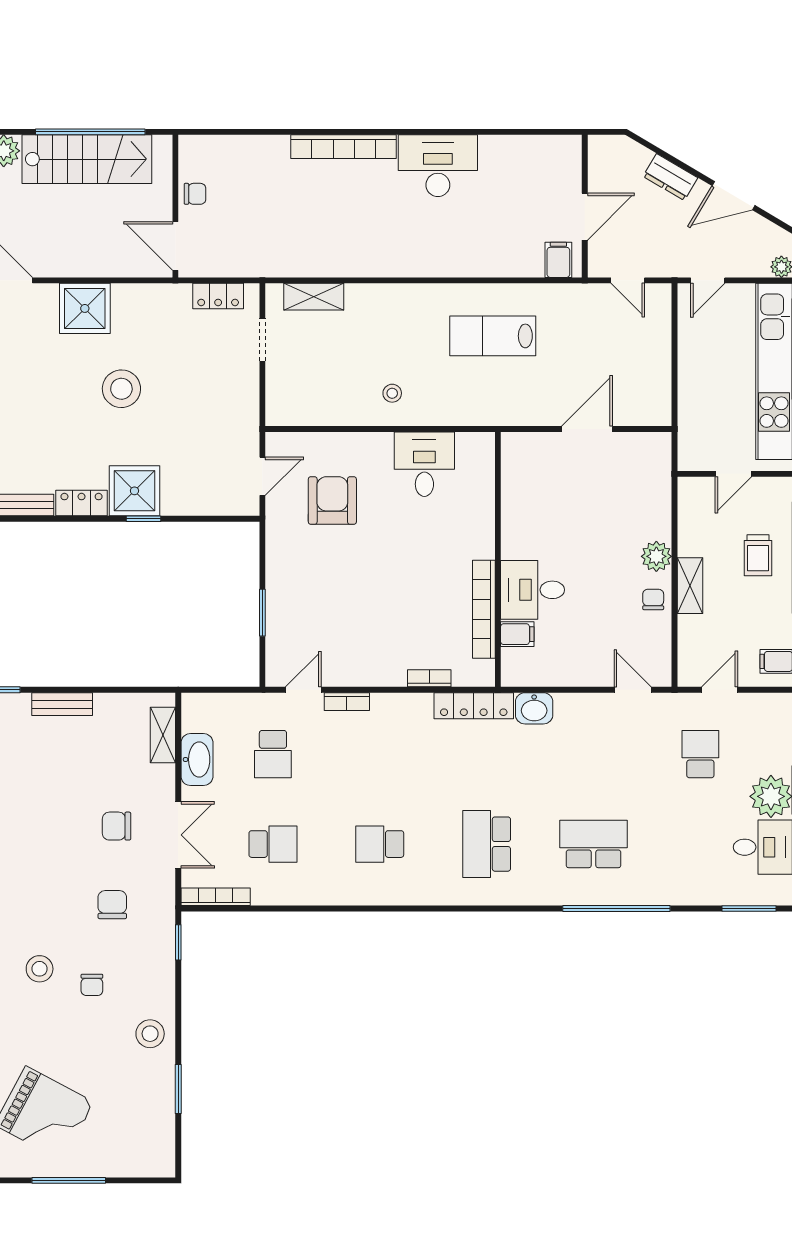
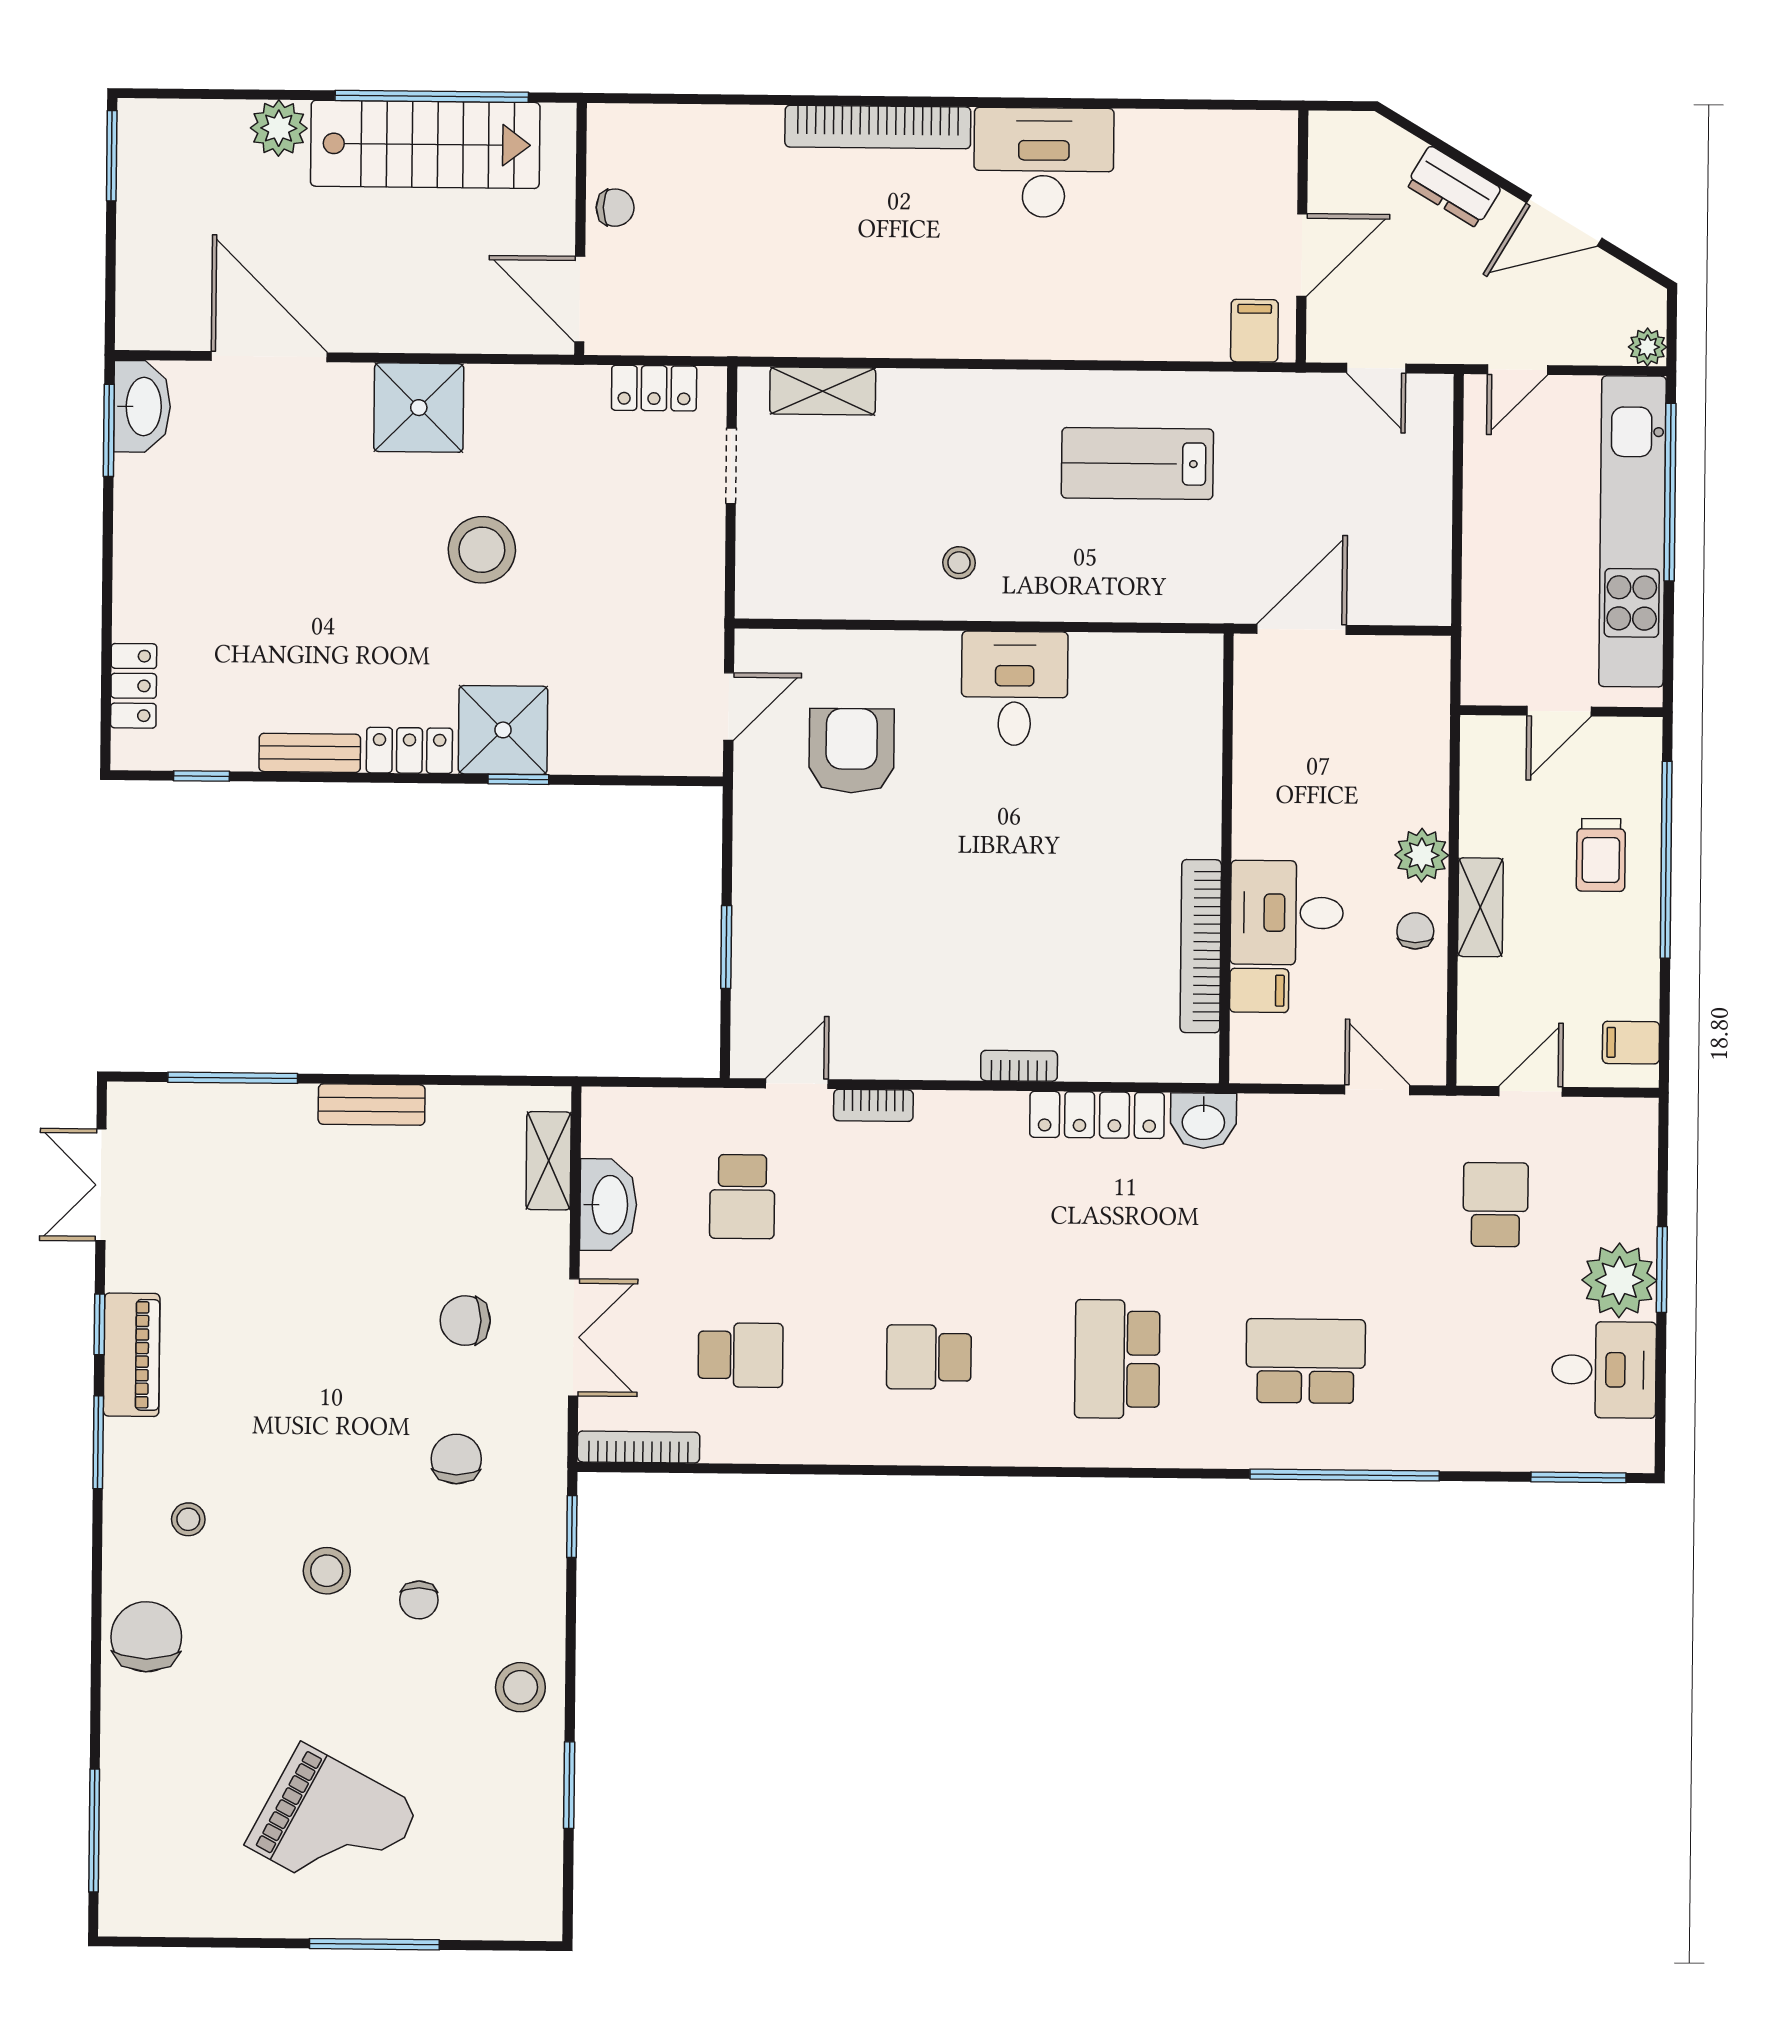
wall: (498, 559) -> (1226, 858), moved
desk: (533, 590) -> (1287, 913), moved
bookcase: (484, 609) -> (1201, 946), moved
filing cabinet: (517, 634) -> (1259, 990), moved

